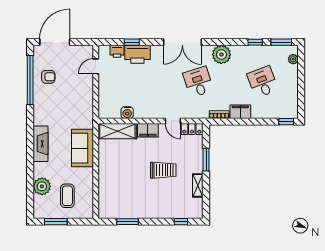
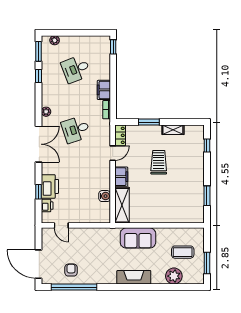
plant: (221, 55) -> (46, 112), width x0.53, depth x0.53

